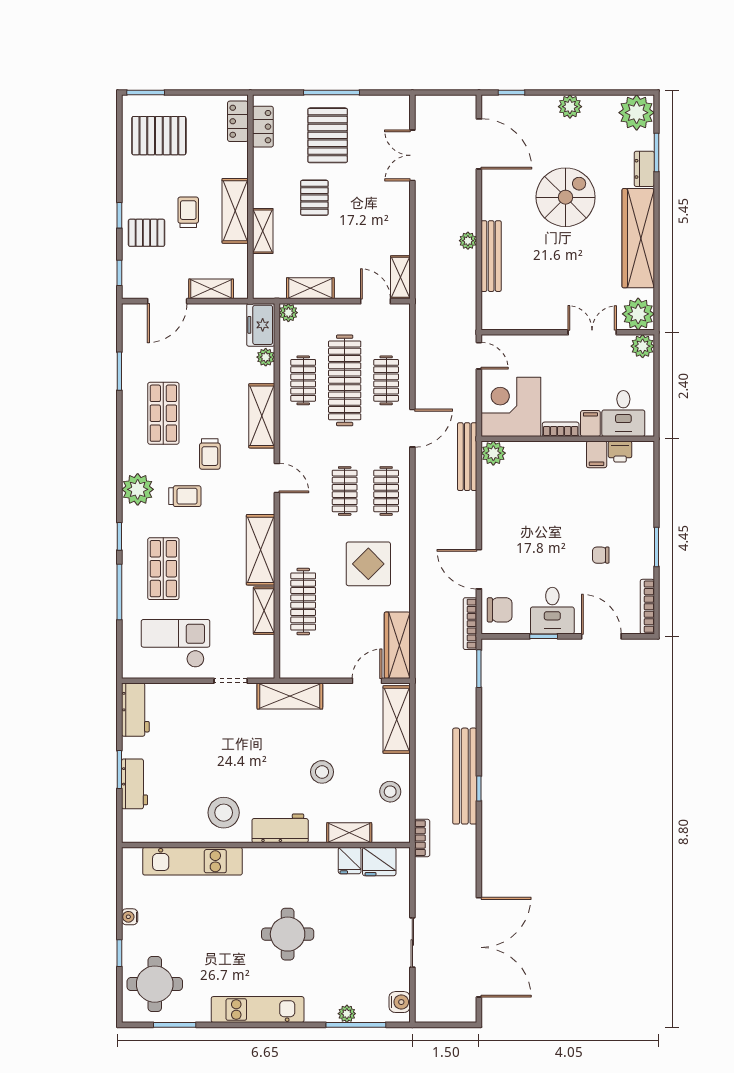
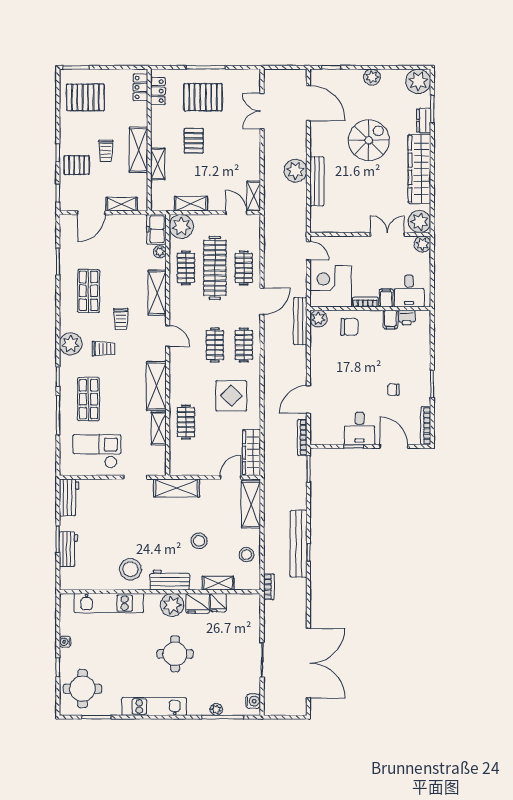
pallet: (328, 135) -> (203, 97), turned 90
trolley: (188, 212) -> (106, 151), turned 180
plant: (468, 241) -> (295, 171), width x1.87, depth x1.87
plant: (288, 313) -> (181, 226), width x1.88, depth x1.88
door: (479, 569) -> (308, 400), hinge flipped
clothes rail: (303, 602) -> (186, 422), width x0.73
chair: (500, 610) -> (349, 327), moved
fridge: (379, 862) -> (198, 603), moved
plant: (283, 864) -> (172, 605), added

